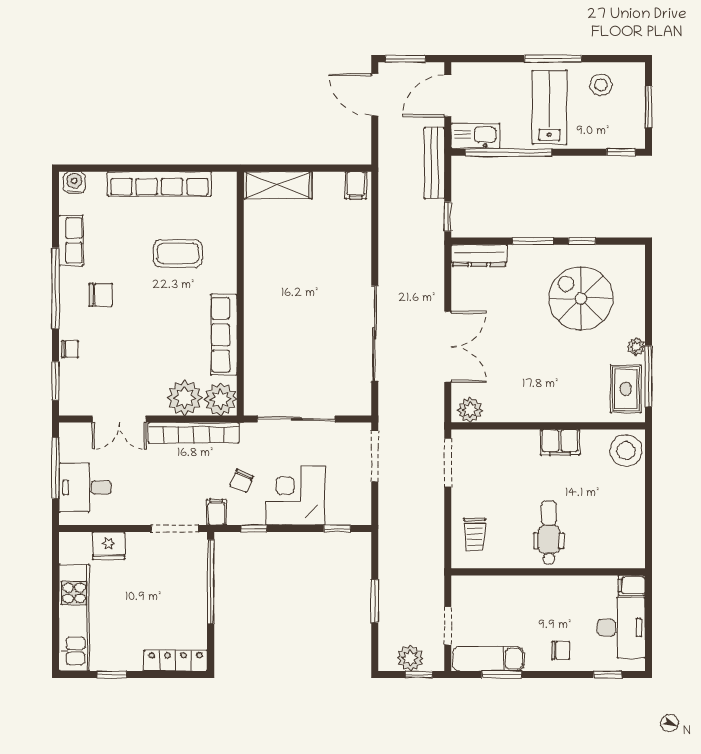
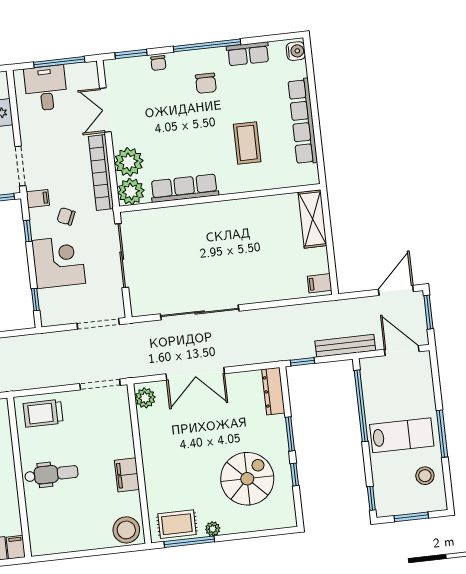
kitchen sink: (475, 136) -> (371, 377), removed
trolley: (475, 534) -> (43, 413), width x1.36, depth x1.39

